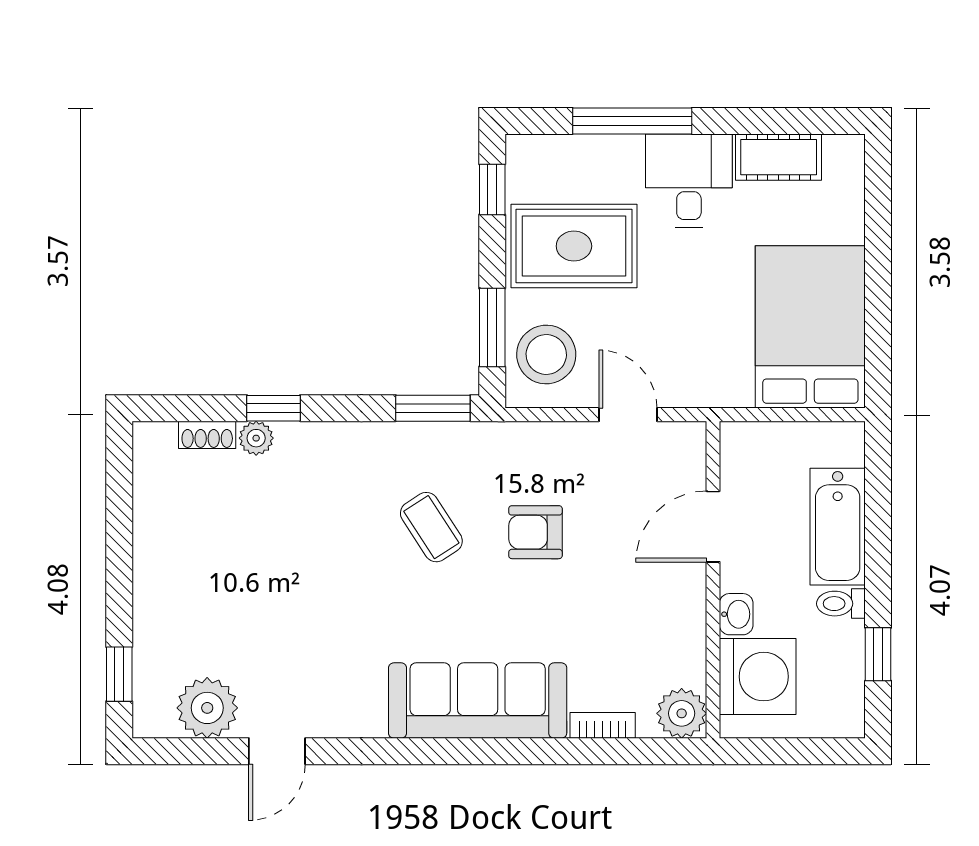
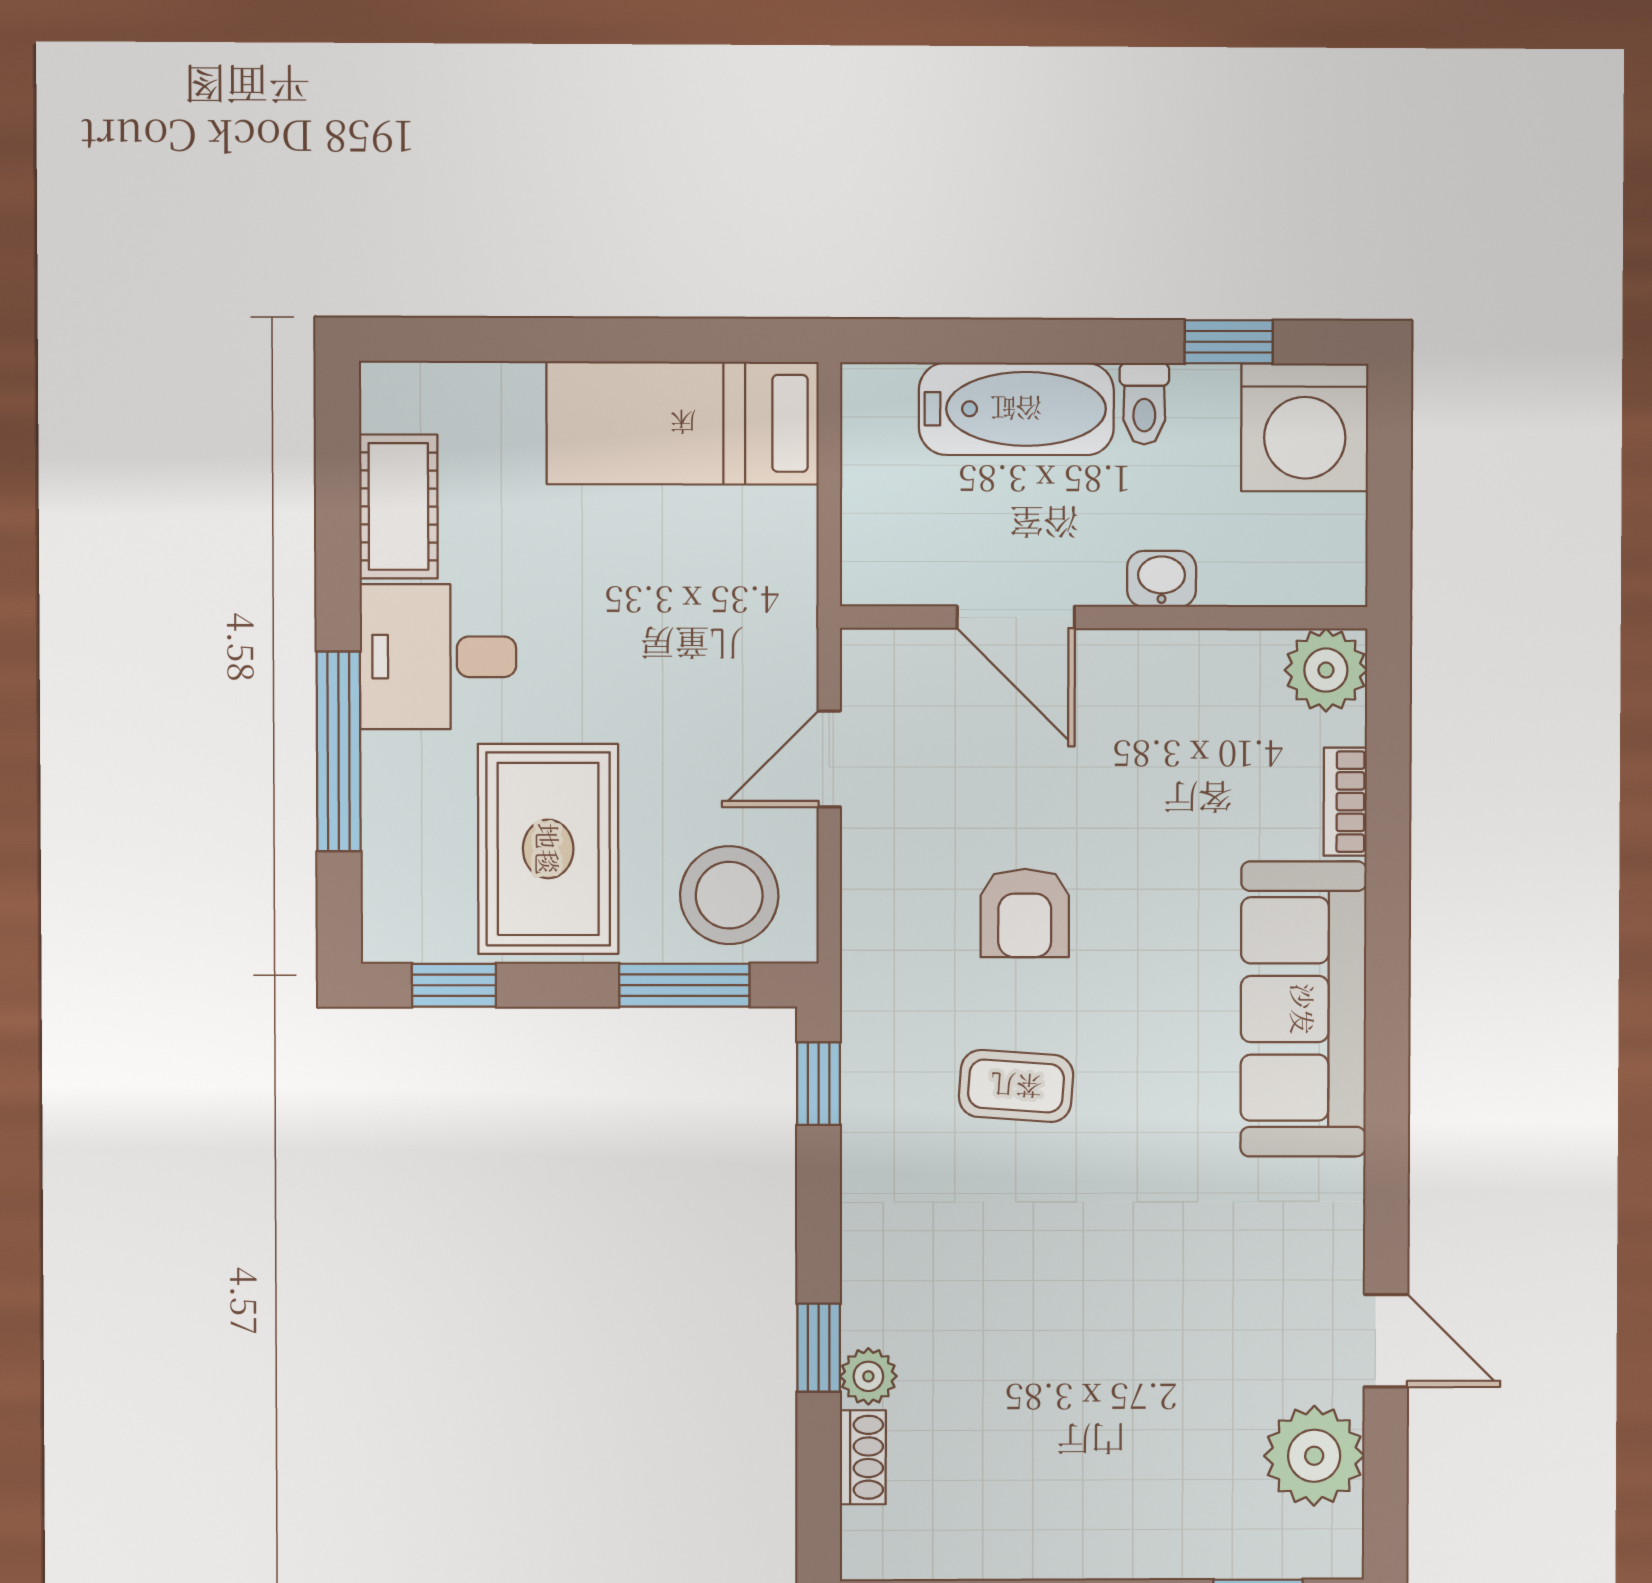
bed: (810, 327) -> (683, 423), width x0.67
window: (433, 408) -> (819, 1084), width x0.67
coffee table: (431, 527) -> (1016, 1086), turned 37
washing machine: (758, 677) -> (1305, 427), moved, turned 180

